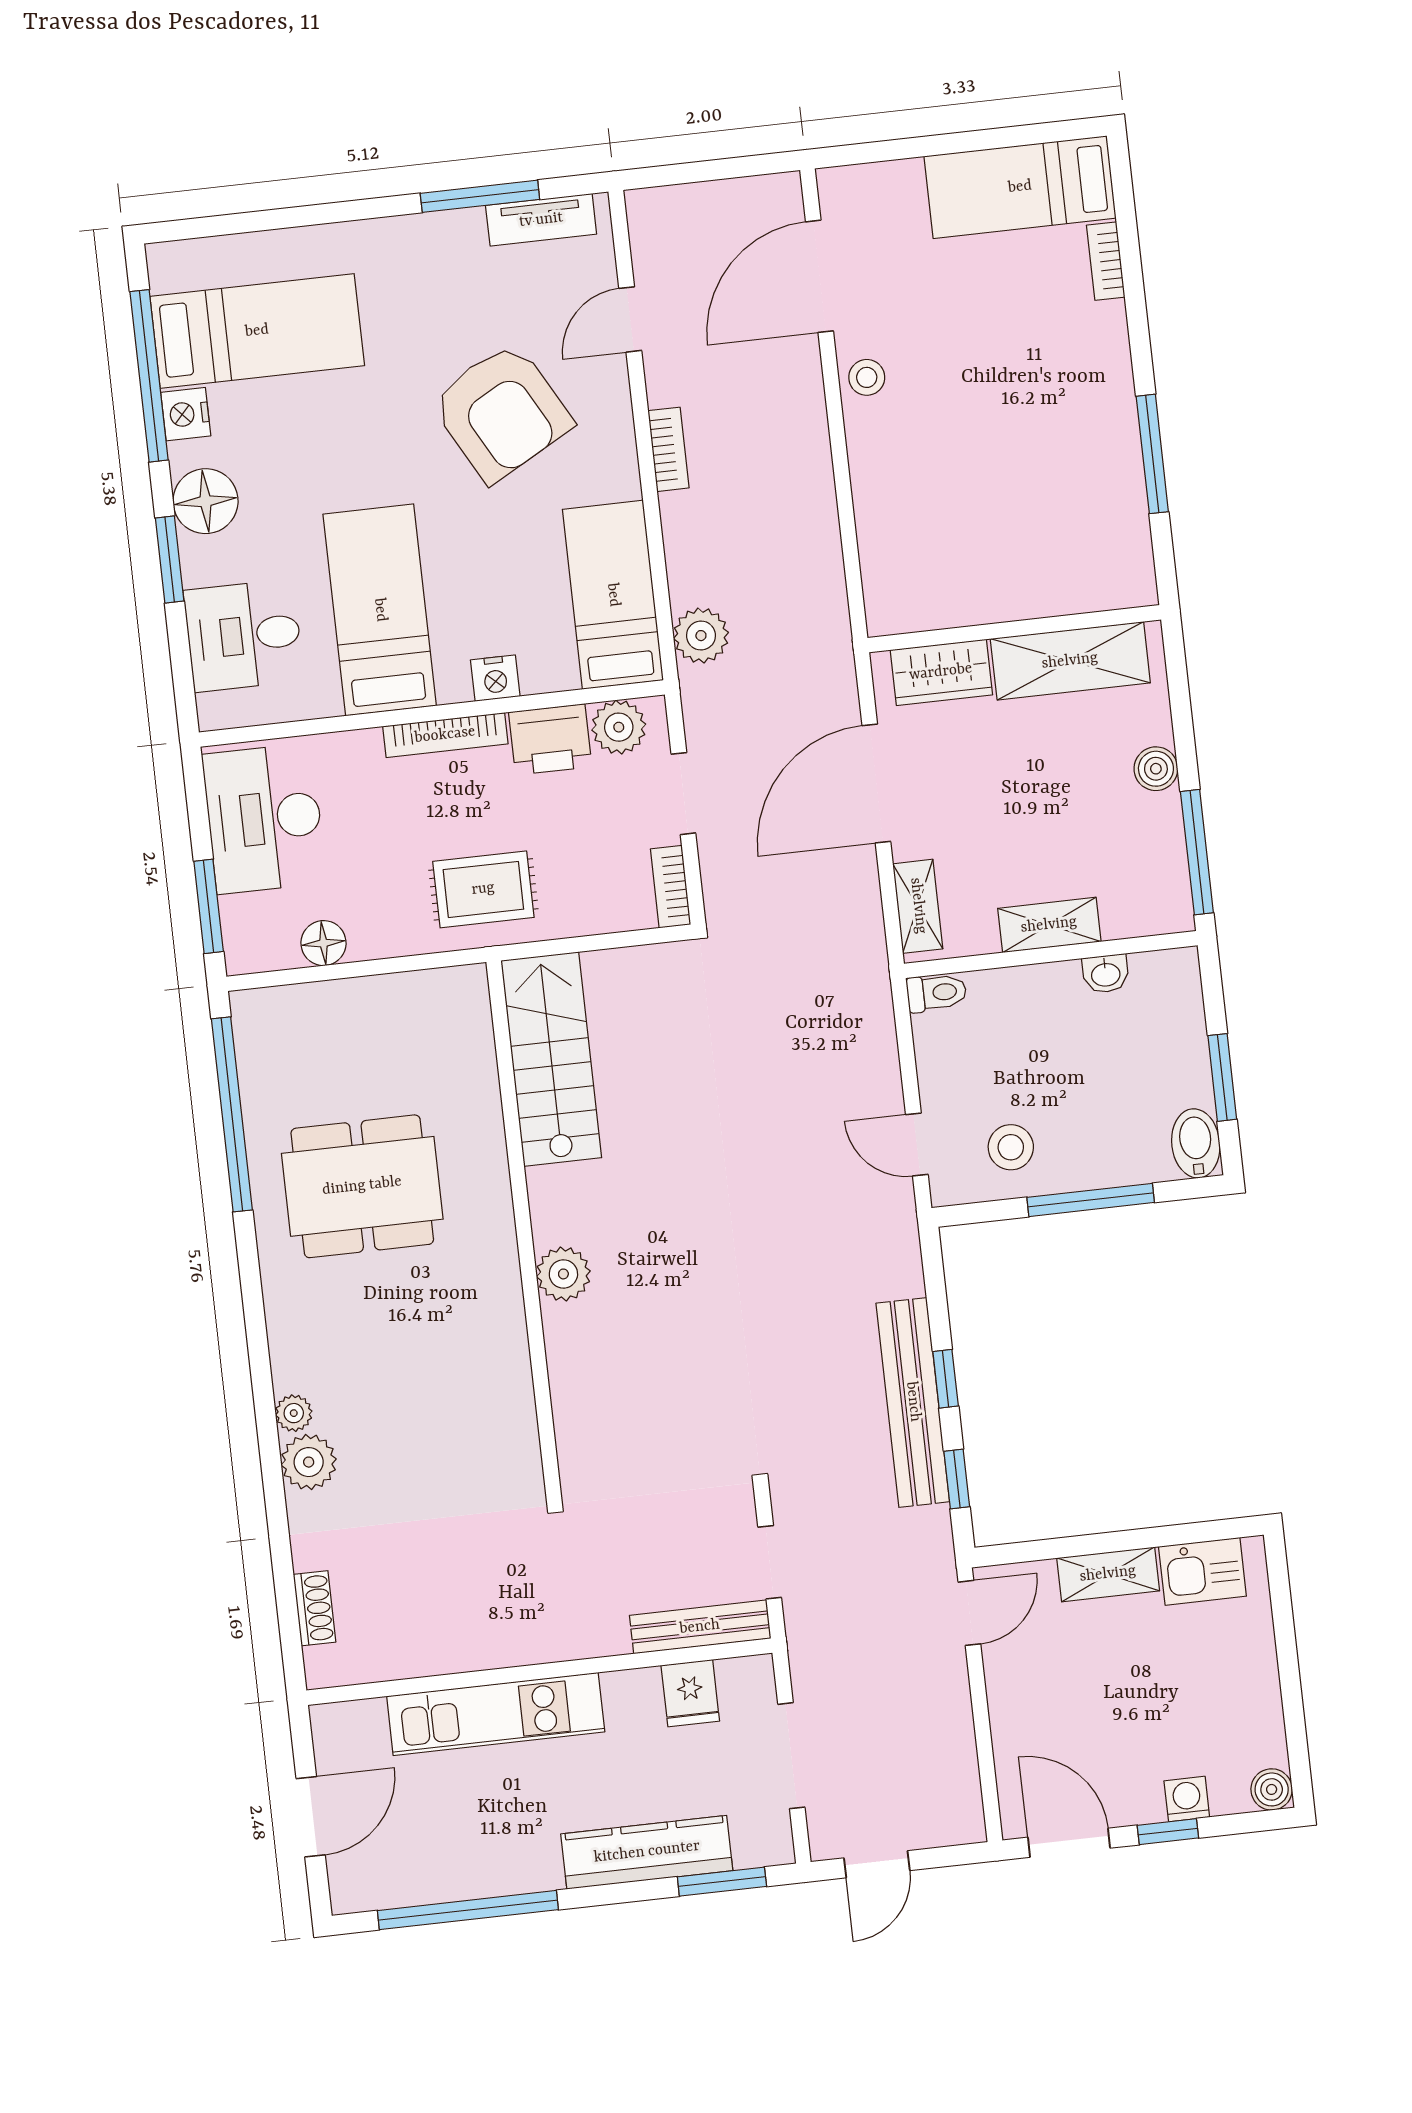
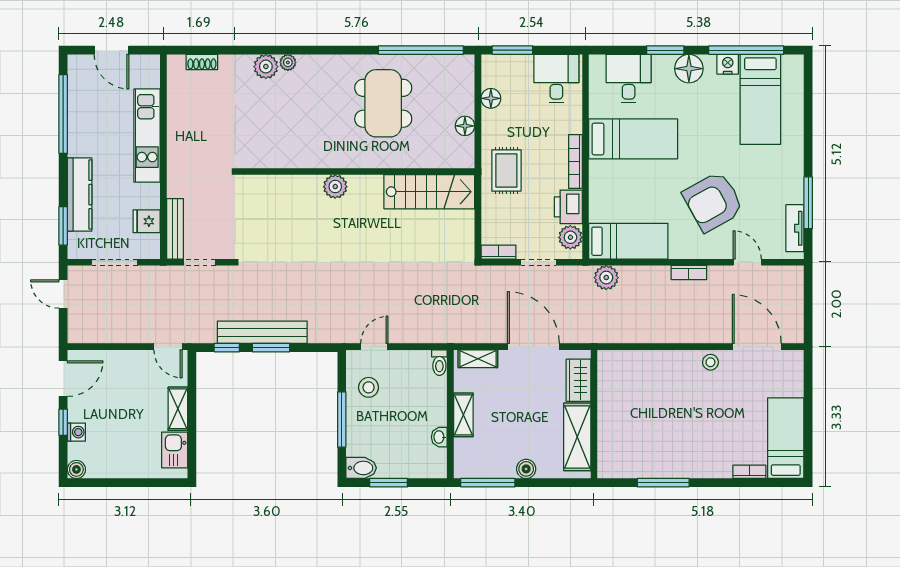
nightstand: (495, 678) -> (598, 186), removed
desk: (264, 818) -> (556, 79), width x0.73
floor lamp: (393, 995) -> (465, 126), added
window: (946, 1379) -> (271, 348), width x1.50

